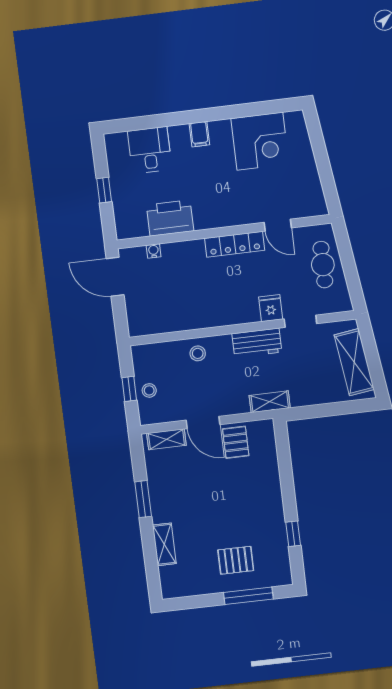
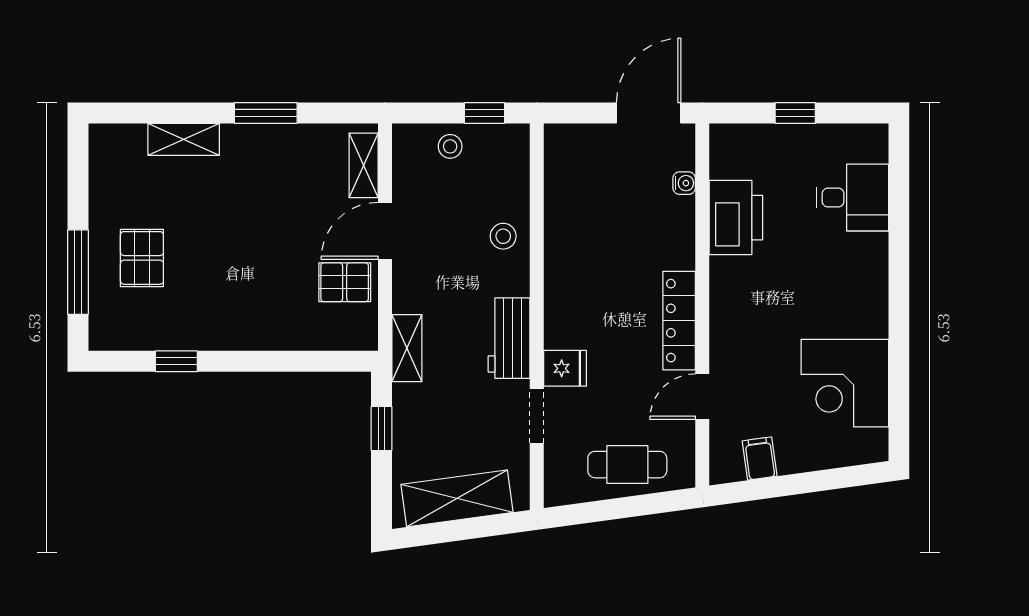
filing cabinet: (199, 134) -> (760, 458), moved, turned 82
window: (129, 389) -> (484, 113), moved
window: (318, 411) -> (382, 428), added

